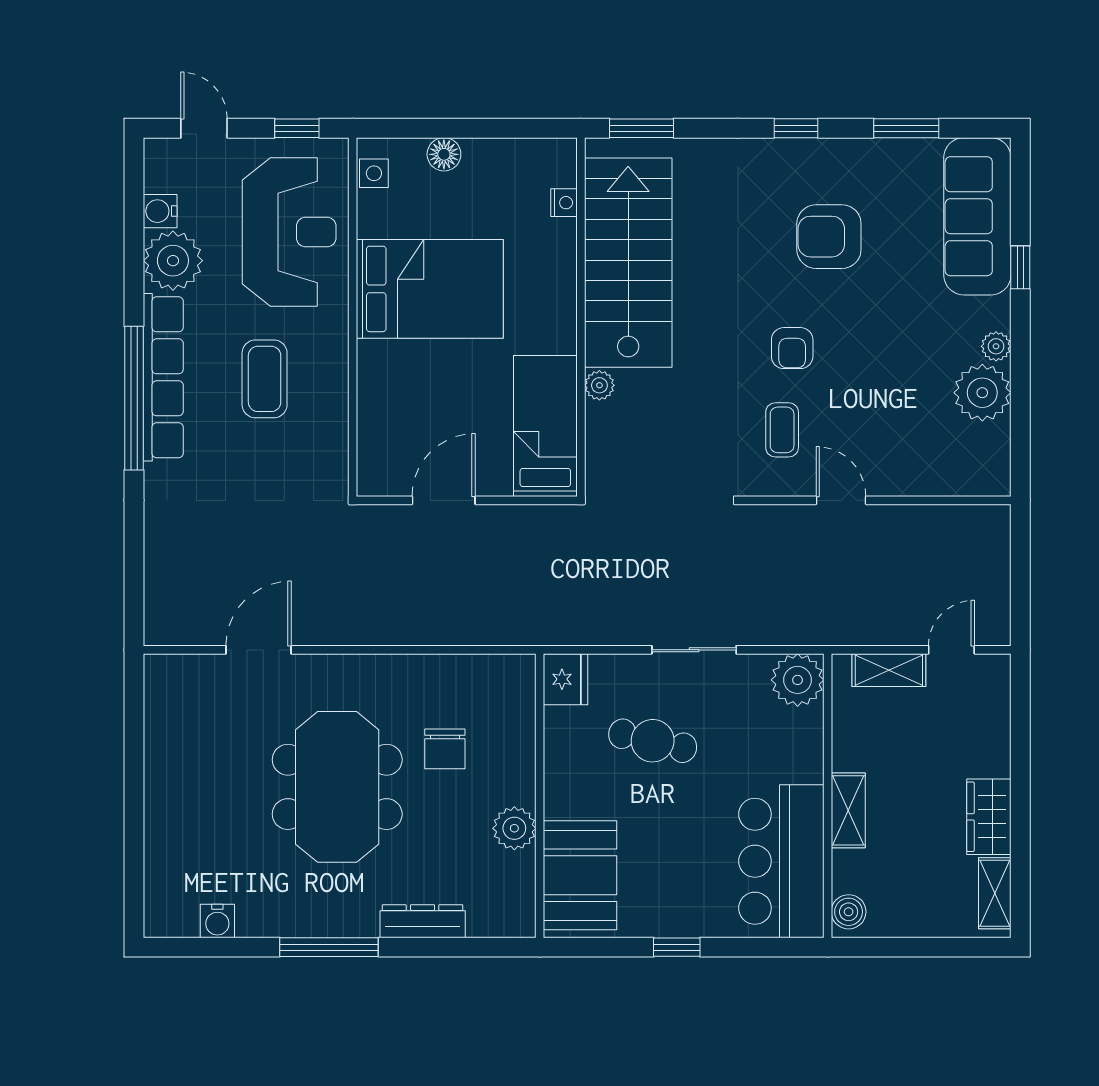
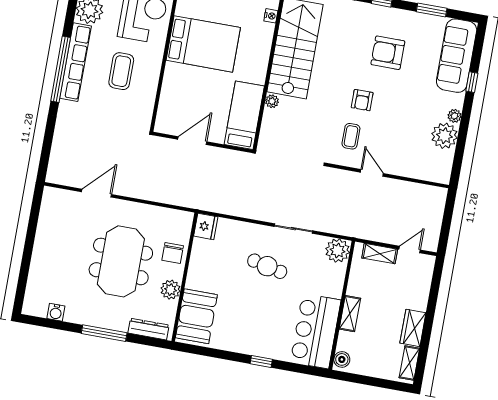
fridge: (565, 679) -> (206, 226), moved
wall: (540, 796) -> (185, 277), moved
plant: (514, 828) -> (171, 290), moved
booth: (580, 875) -> (196, 316), moved

